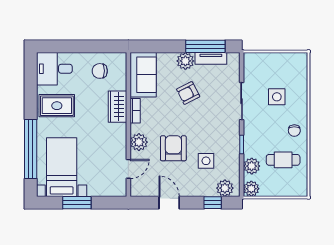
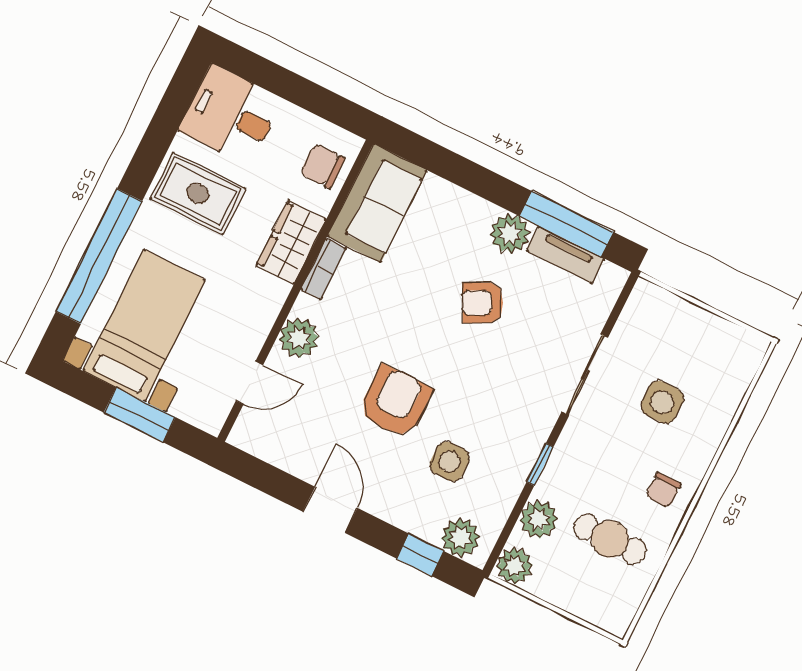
sofa: (143, 75) -> (377, 203), moved
wardrobe: (117, 107) -> (291, 242), moved
bookcase: (135, 111) -> (324, 269), moved
wall: (128, 124) -> (295, 291), moved
plant: (139, 142) -> (299, 338), moved
door: (128, 169) -> (250, 383), moved

